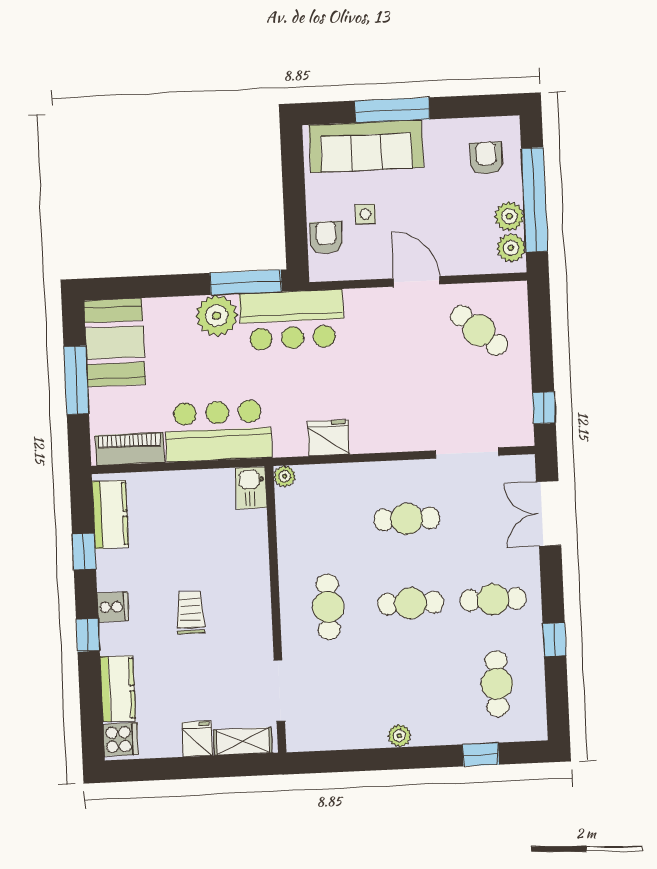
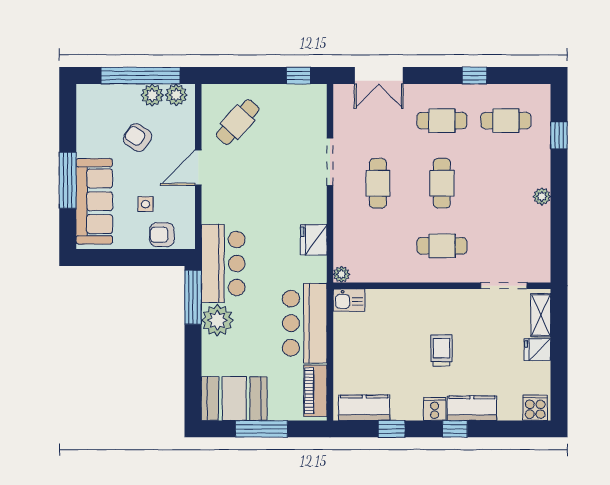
armchair: (486, 158) -> (138, 138), moved, turned 34
doorway: (467, 453) -> (330, 162), moved
cafe table: (493, 599) -> (442, 121), turned 90
trolley: (190, 613) -> (442, 350), turned 90
kitchen counter: (118, 689) -> (472, 408), moved

